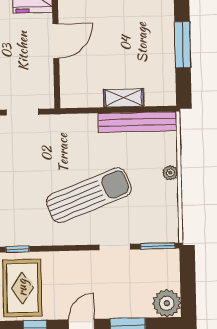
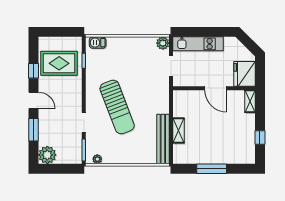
plant: (170, 173) -> (97, 159), moved

